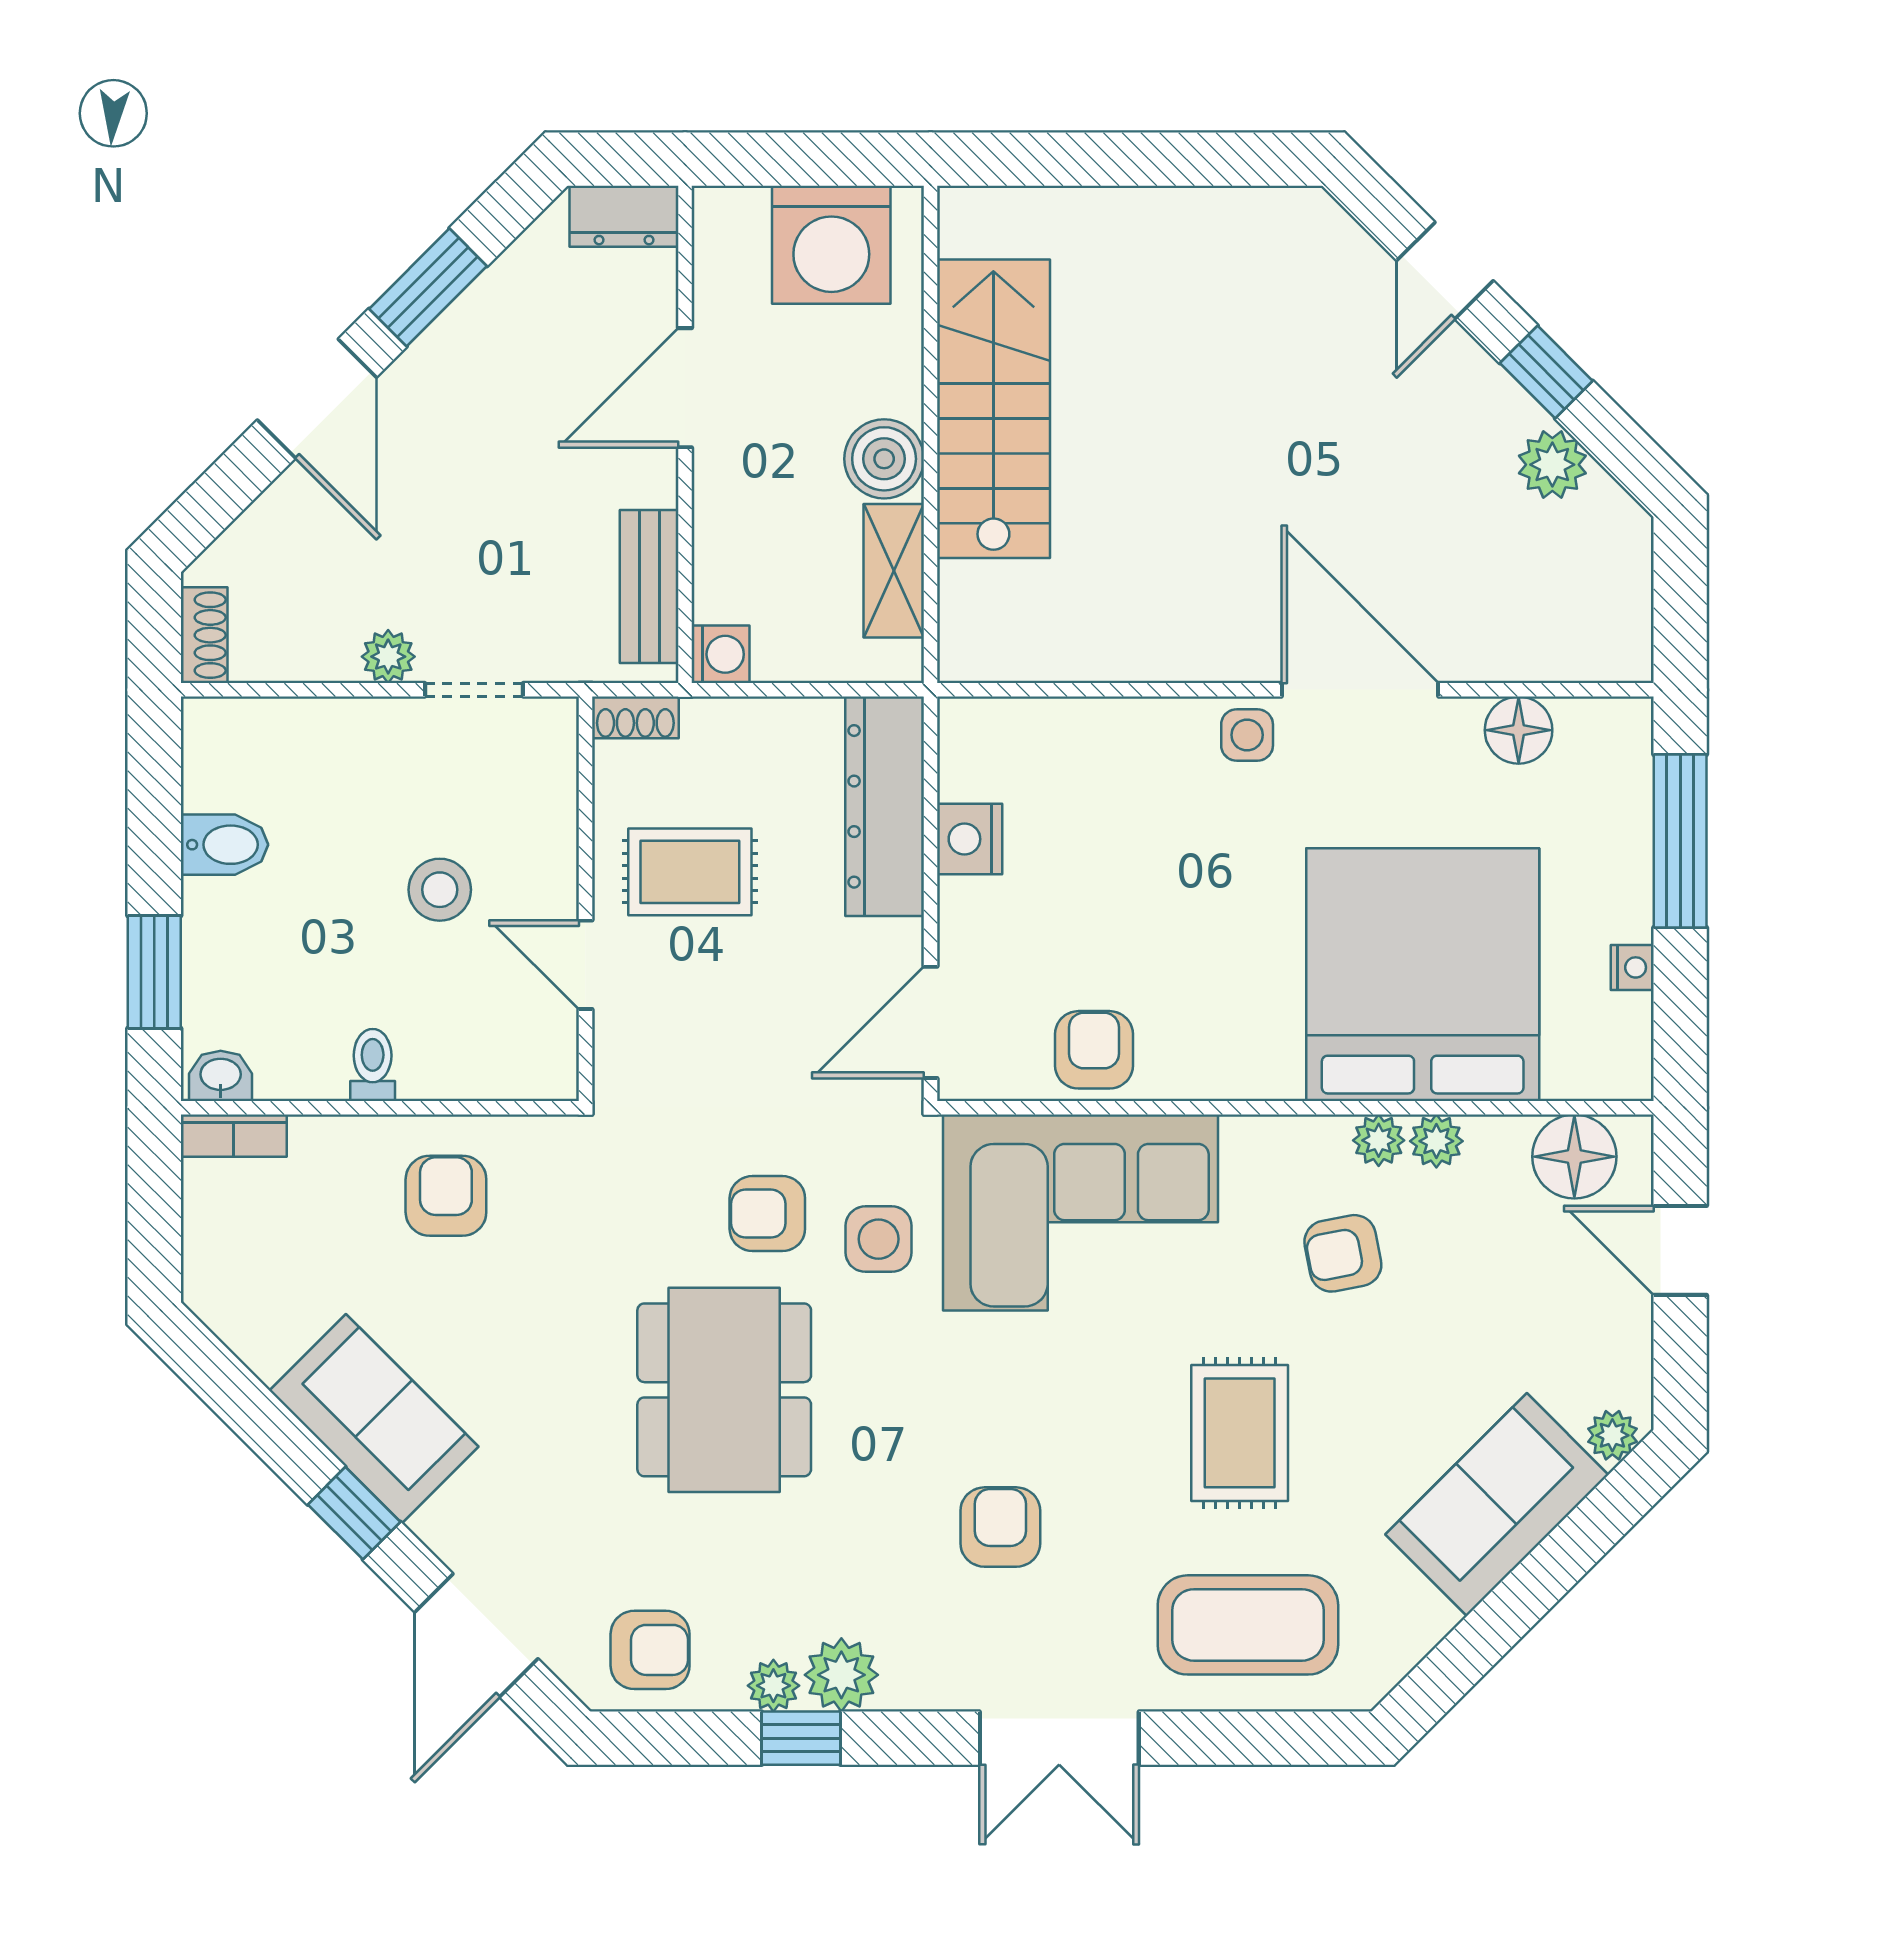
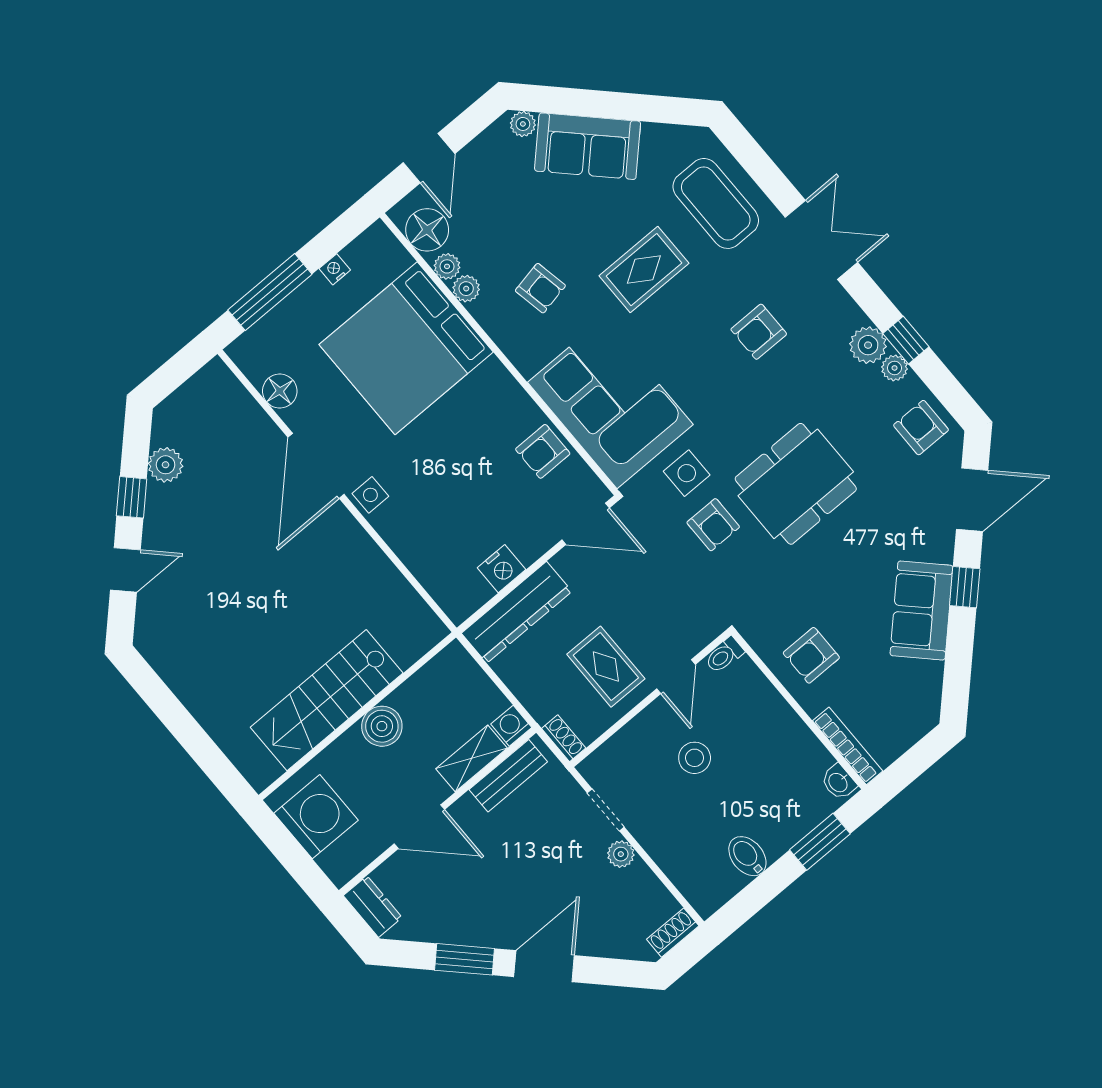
shelving: (894, 571) -> (472, 758), moved
toilet: (373, 1065) -> (724, 655), moved
bookcase: (234, 1136) -> (848, 746), width x1.56
plant: (1379, 1140) -> (447, 266), moved

